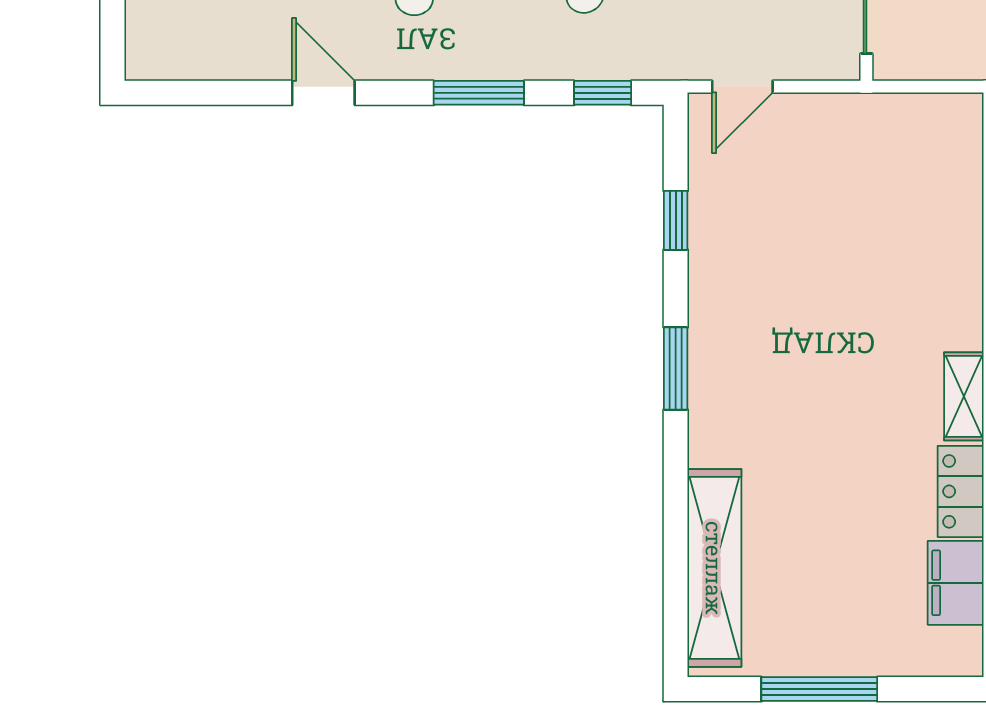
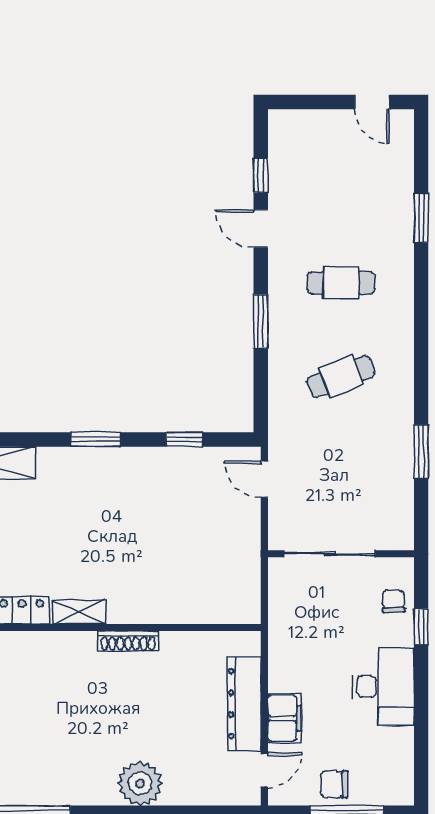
door: (323, 93) -> (261, 228), swing flipped
window: (603, 93) -> (261, 175), moved

